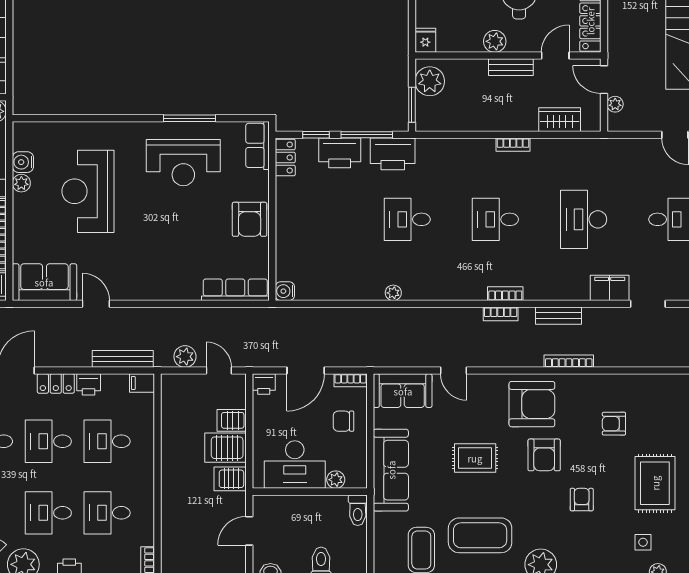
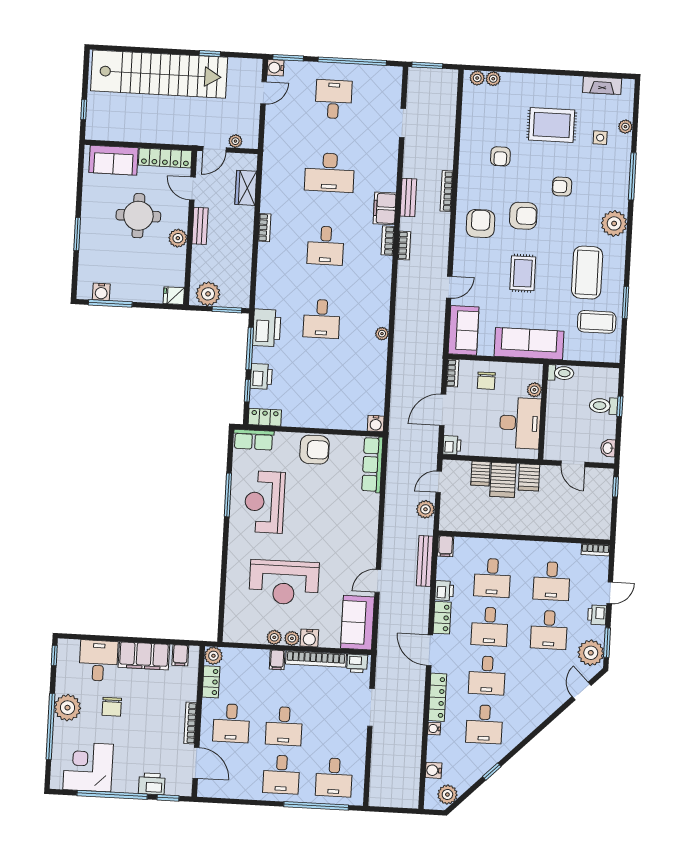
printer: (340, 153) -> (261, 376), width x0.73, depth x0.84
water cooler: (23, 162) -> (309, 638), moved
reception desk: (183, 163) -> (265, 502), turned 180
plant: (21, 204) -> (292, 638), added
filing cabinet: (610, 288) -> (385, 208), moved
door: (306, 371) -> (443, 410), swing flipped
armchair: (532, 404) -> (481, 224), width x0.73, depth x0.73

